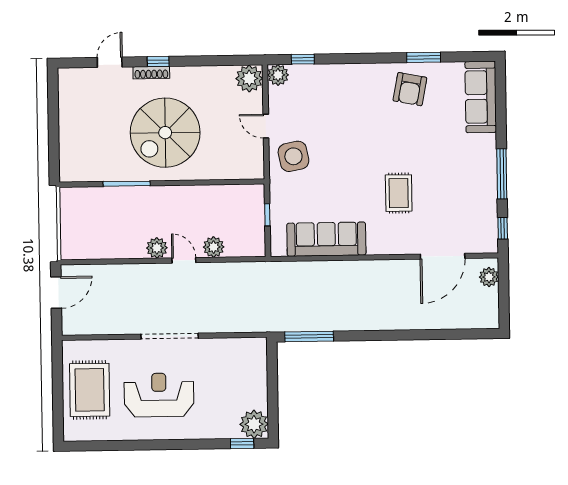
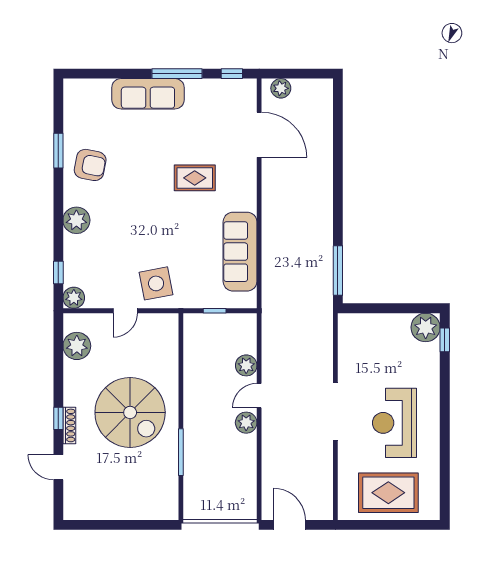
plant: (355, 76) -> (76, 220), added
plant: (249, 78) -> (77, 346), moved
sofa: (481, 97) -> (148, 94), moved

